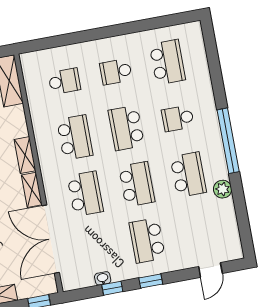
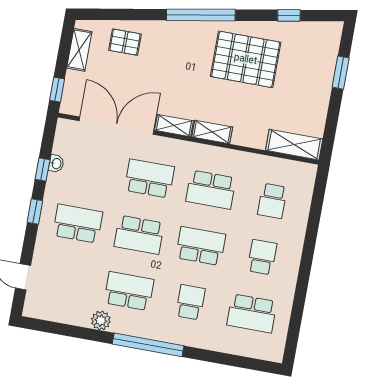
school desk: (188, 175) -> (129, 291), turned 180
school desk: (85, 194) -> (149, 179), turned 180

